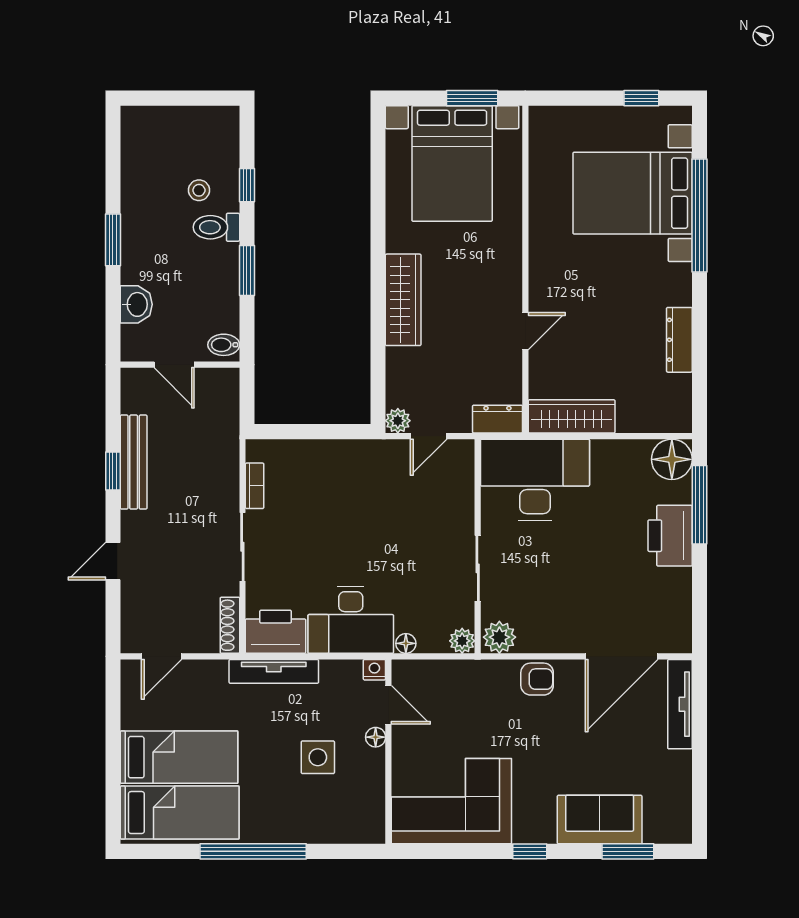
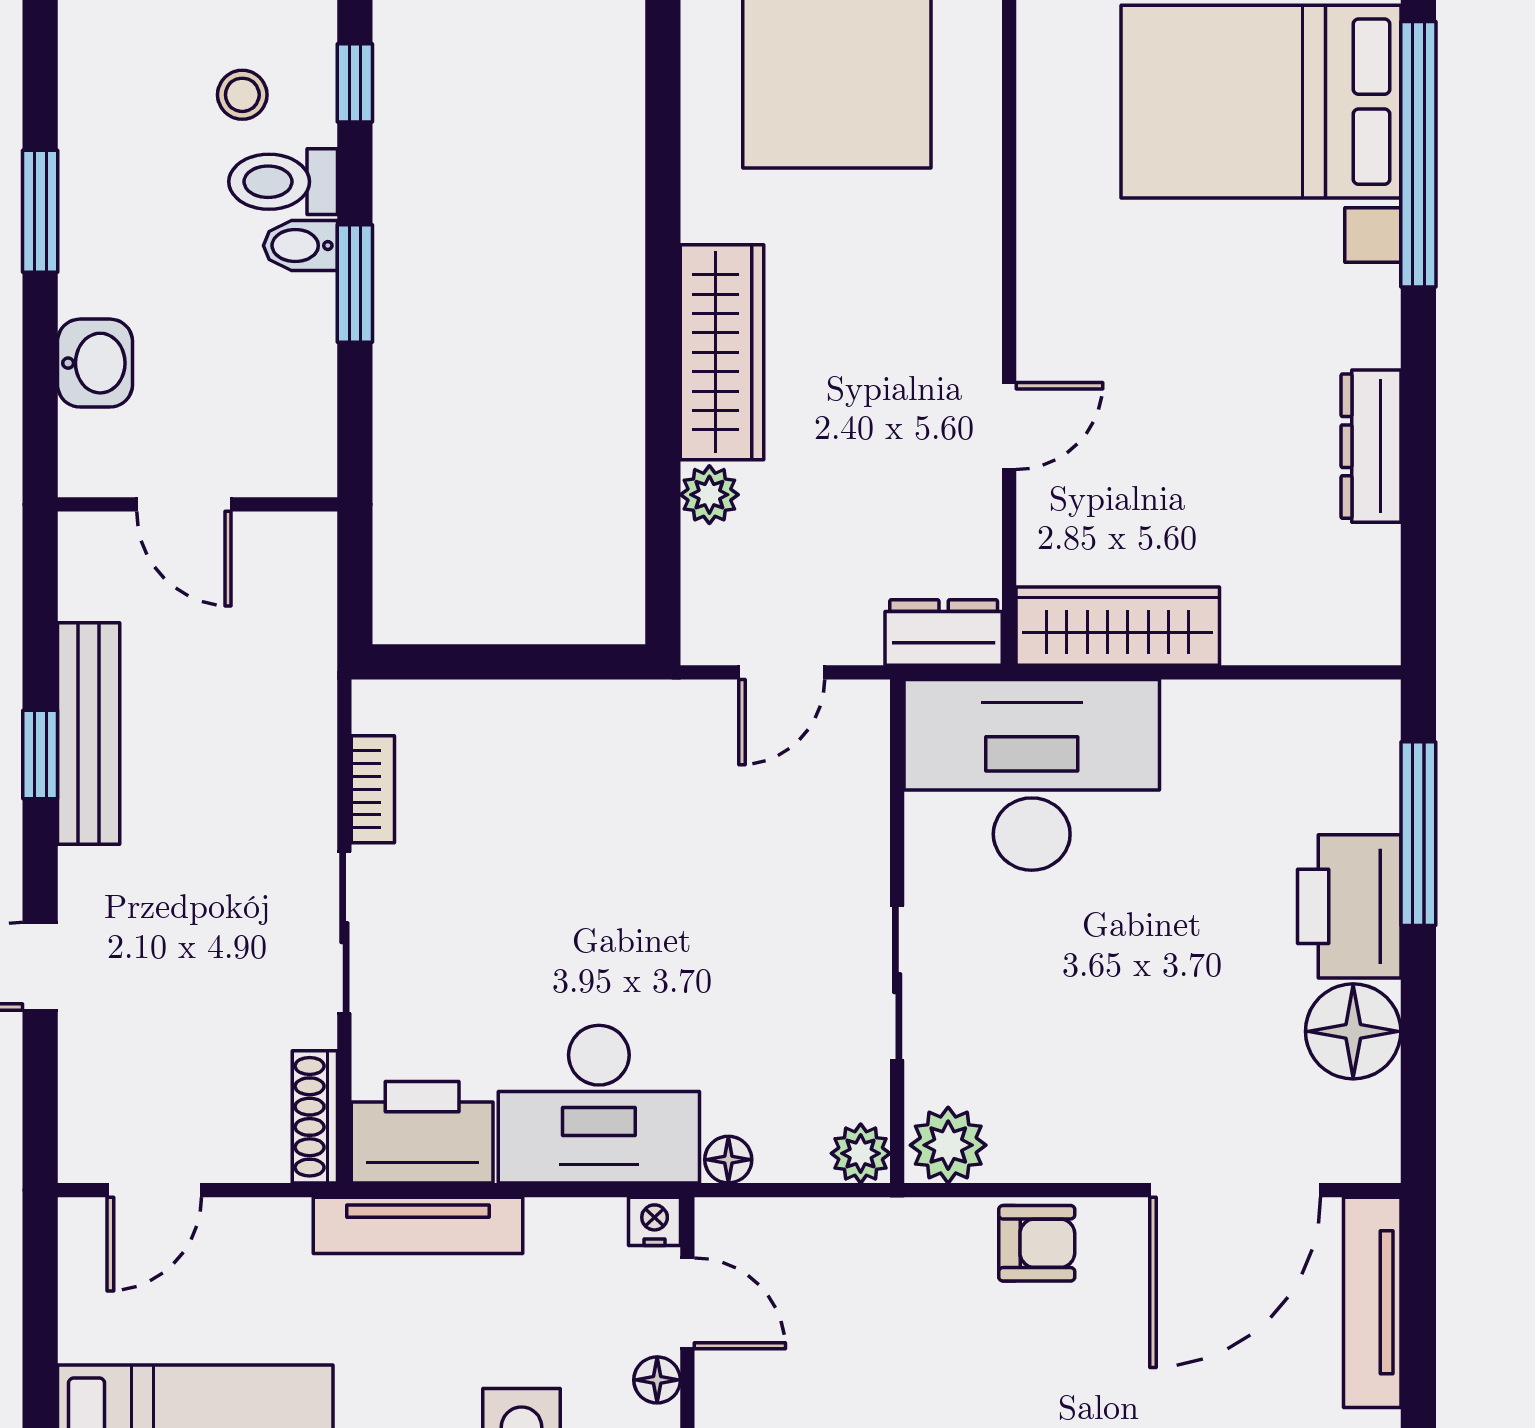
bidet: (224, 345) -> (300, 246), moved
plant: (398, 421) -> (709, 495), moved
floor lamp: (672, 459) -> (1353, 1031), moved

